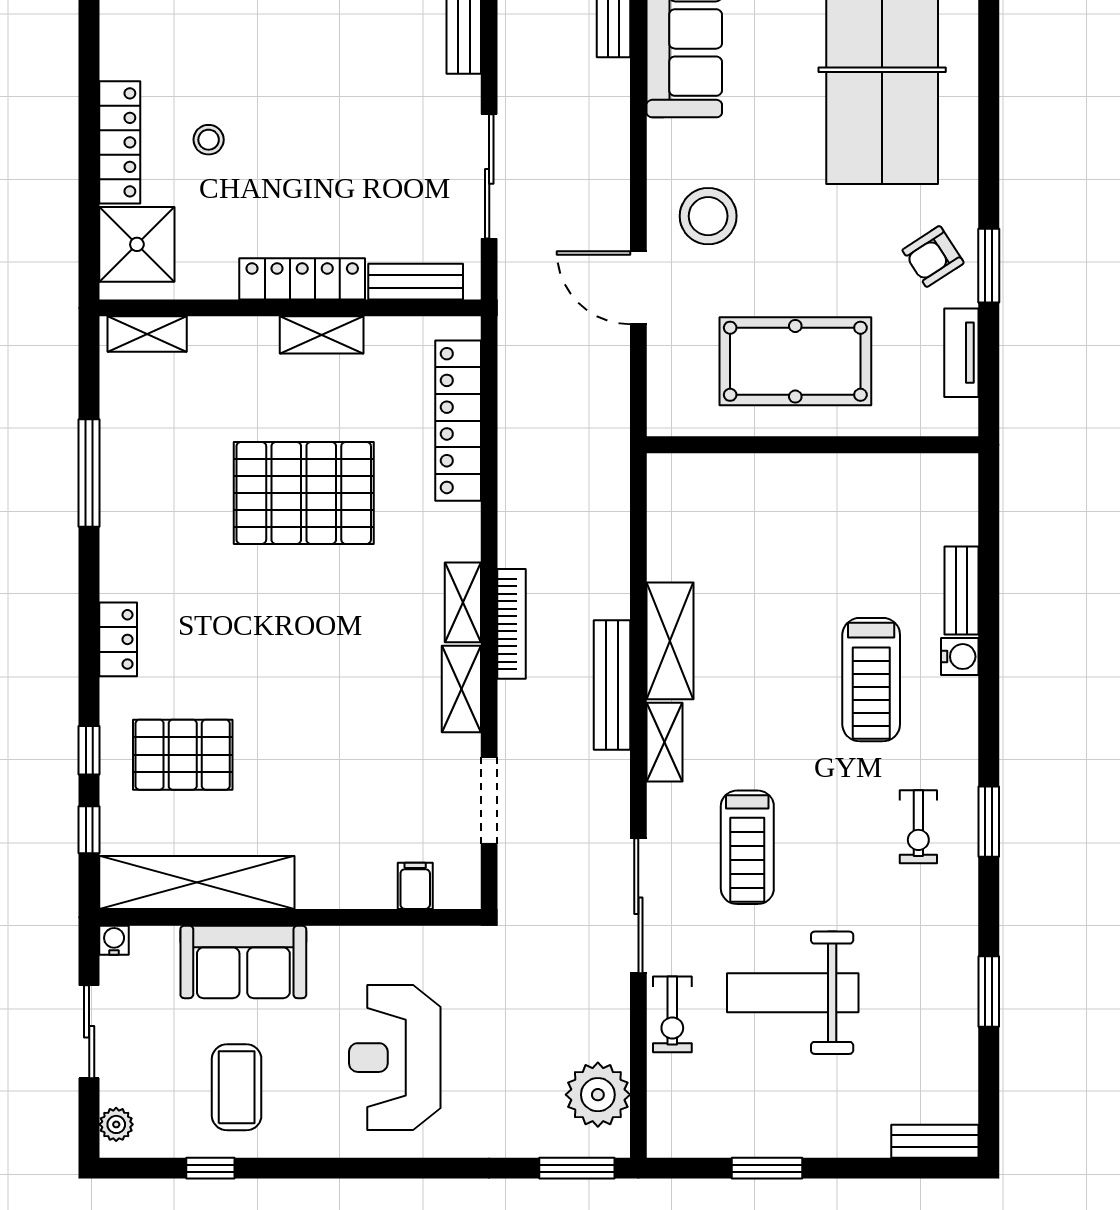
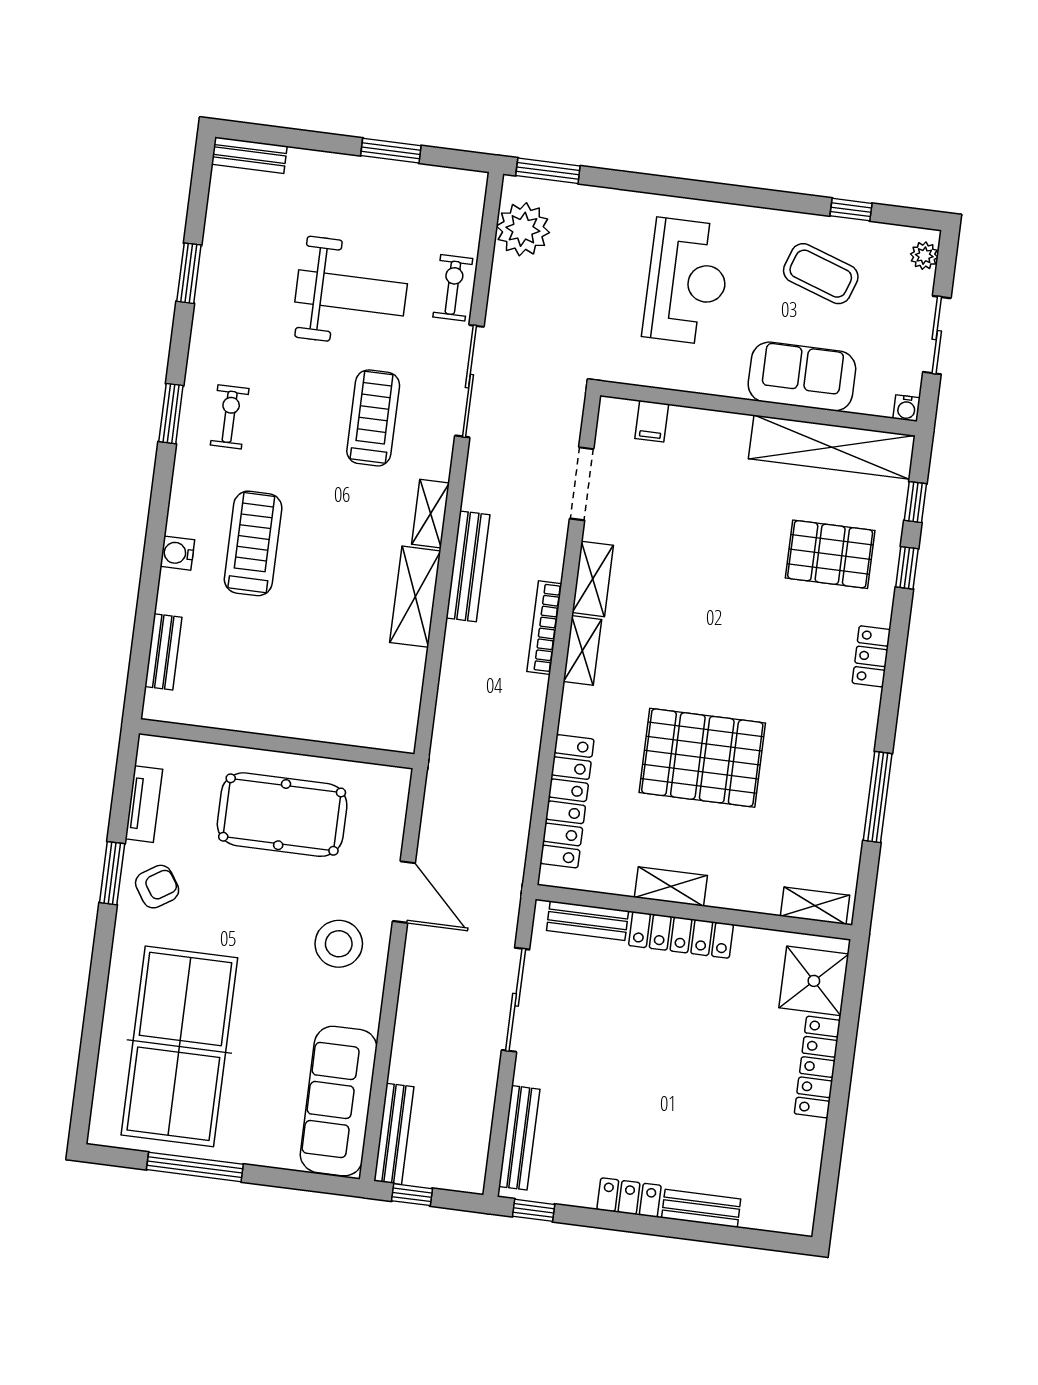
stool: (209, 140) -> (744, 1060), removed
bench: (961, 591) -> (163, 652), moved
coffee table: (237, 1087) -> (821, 274), turned -71

